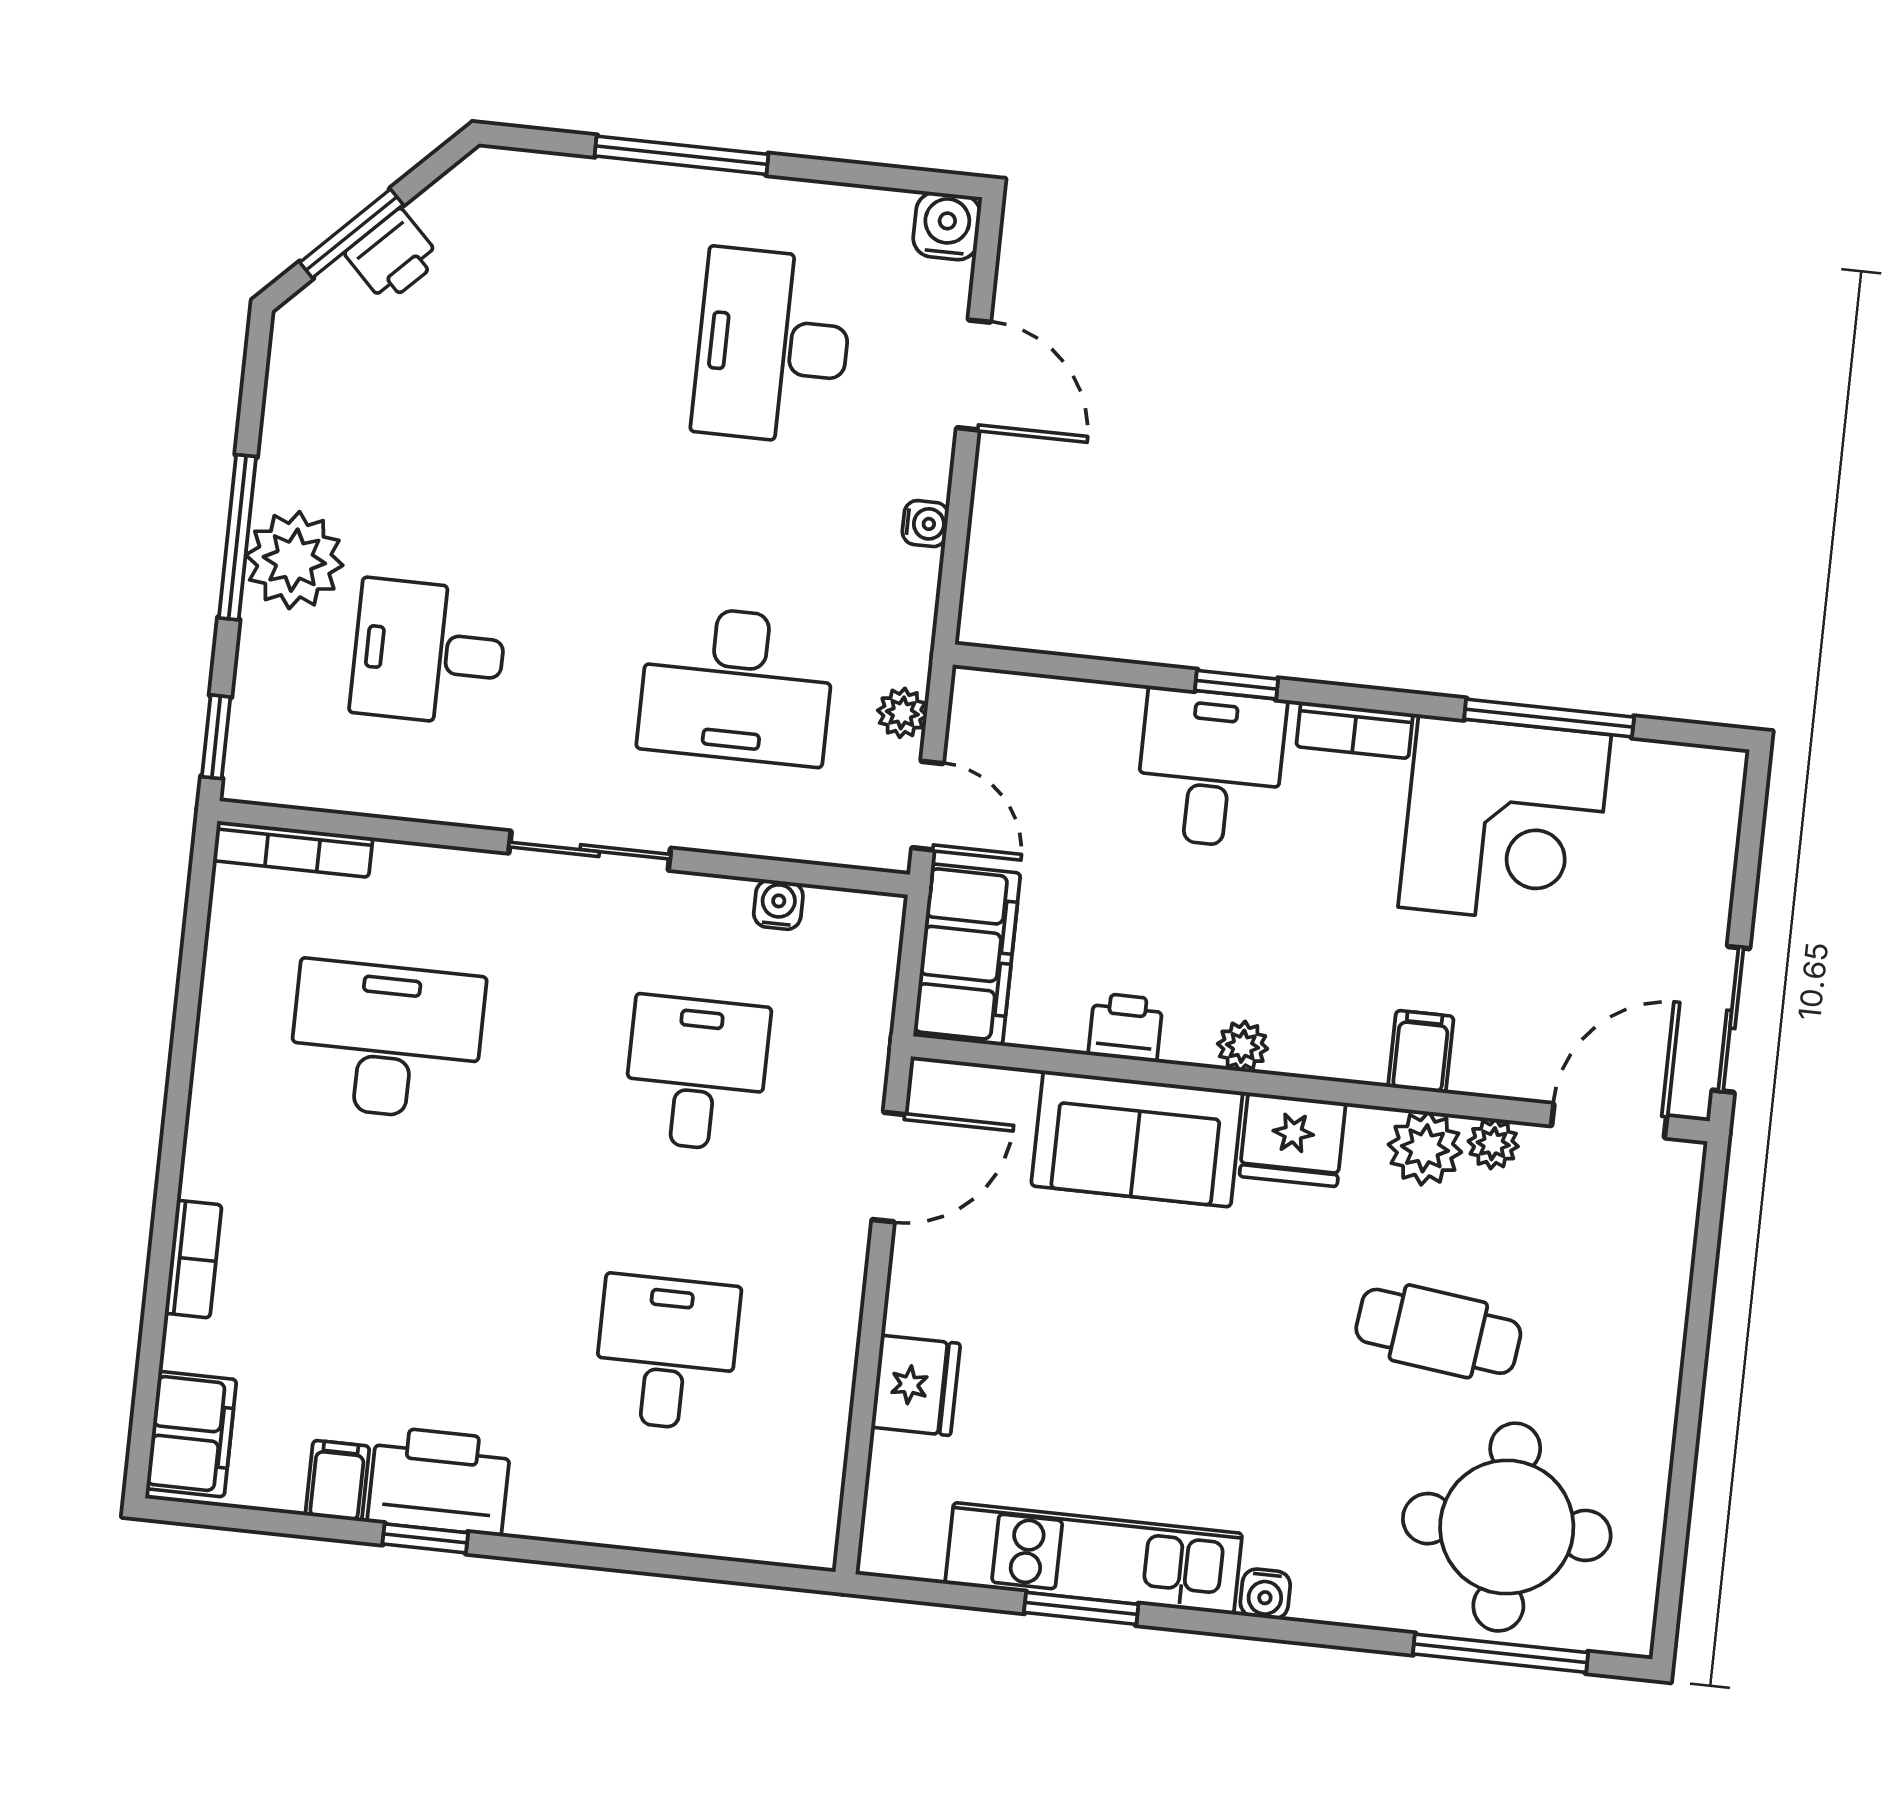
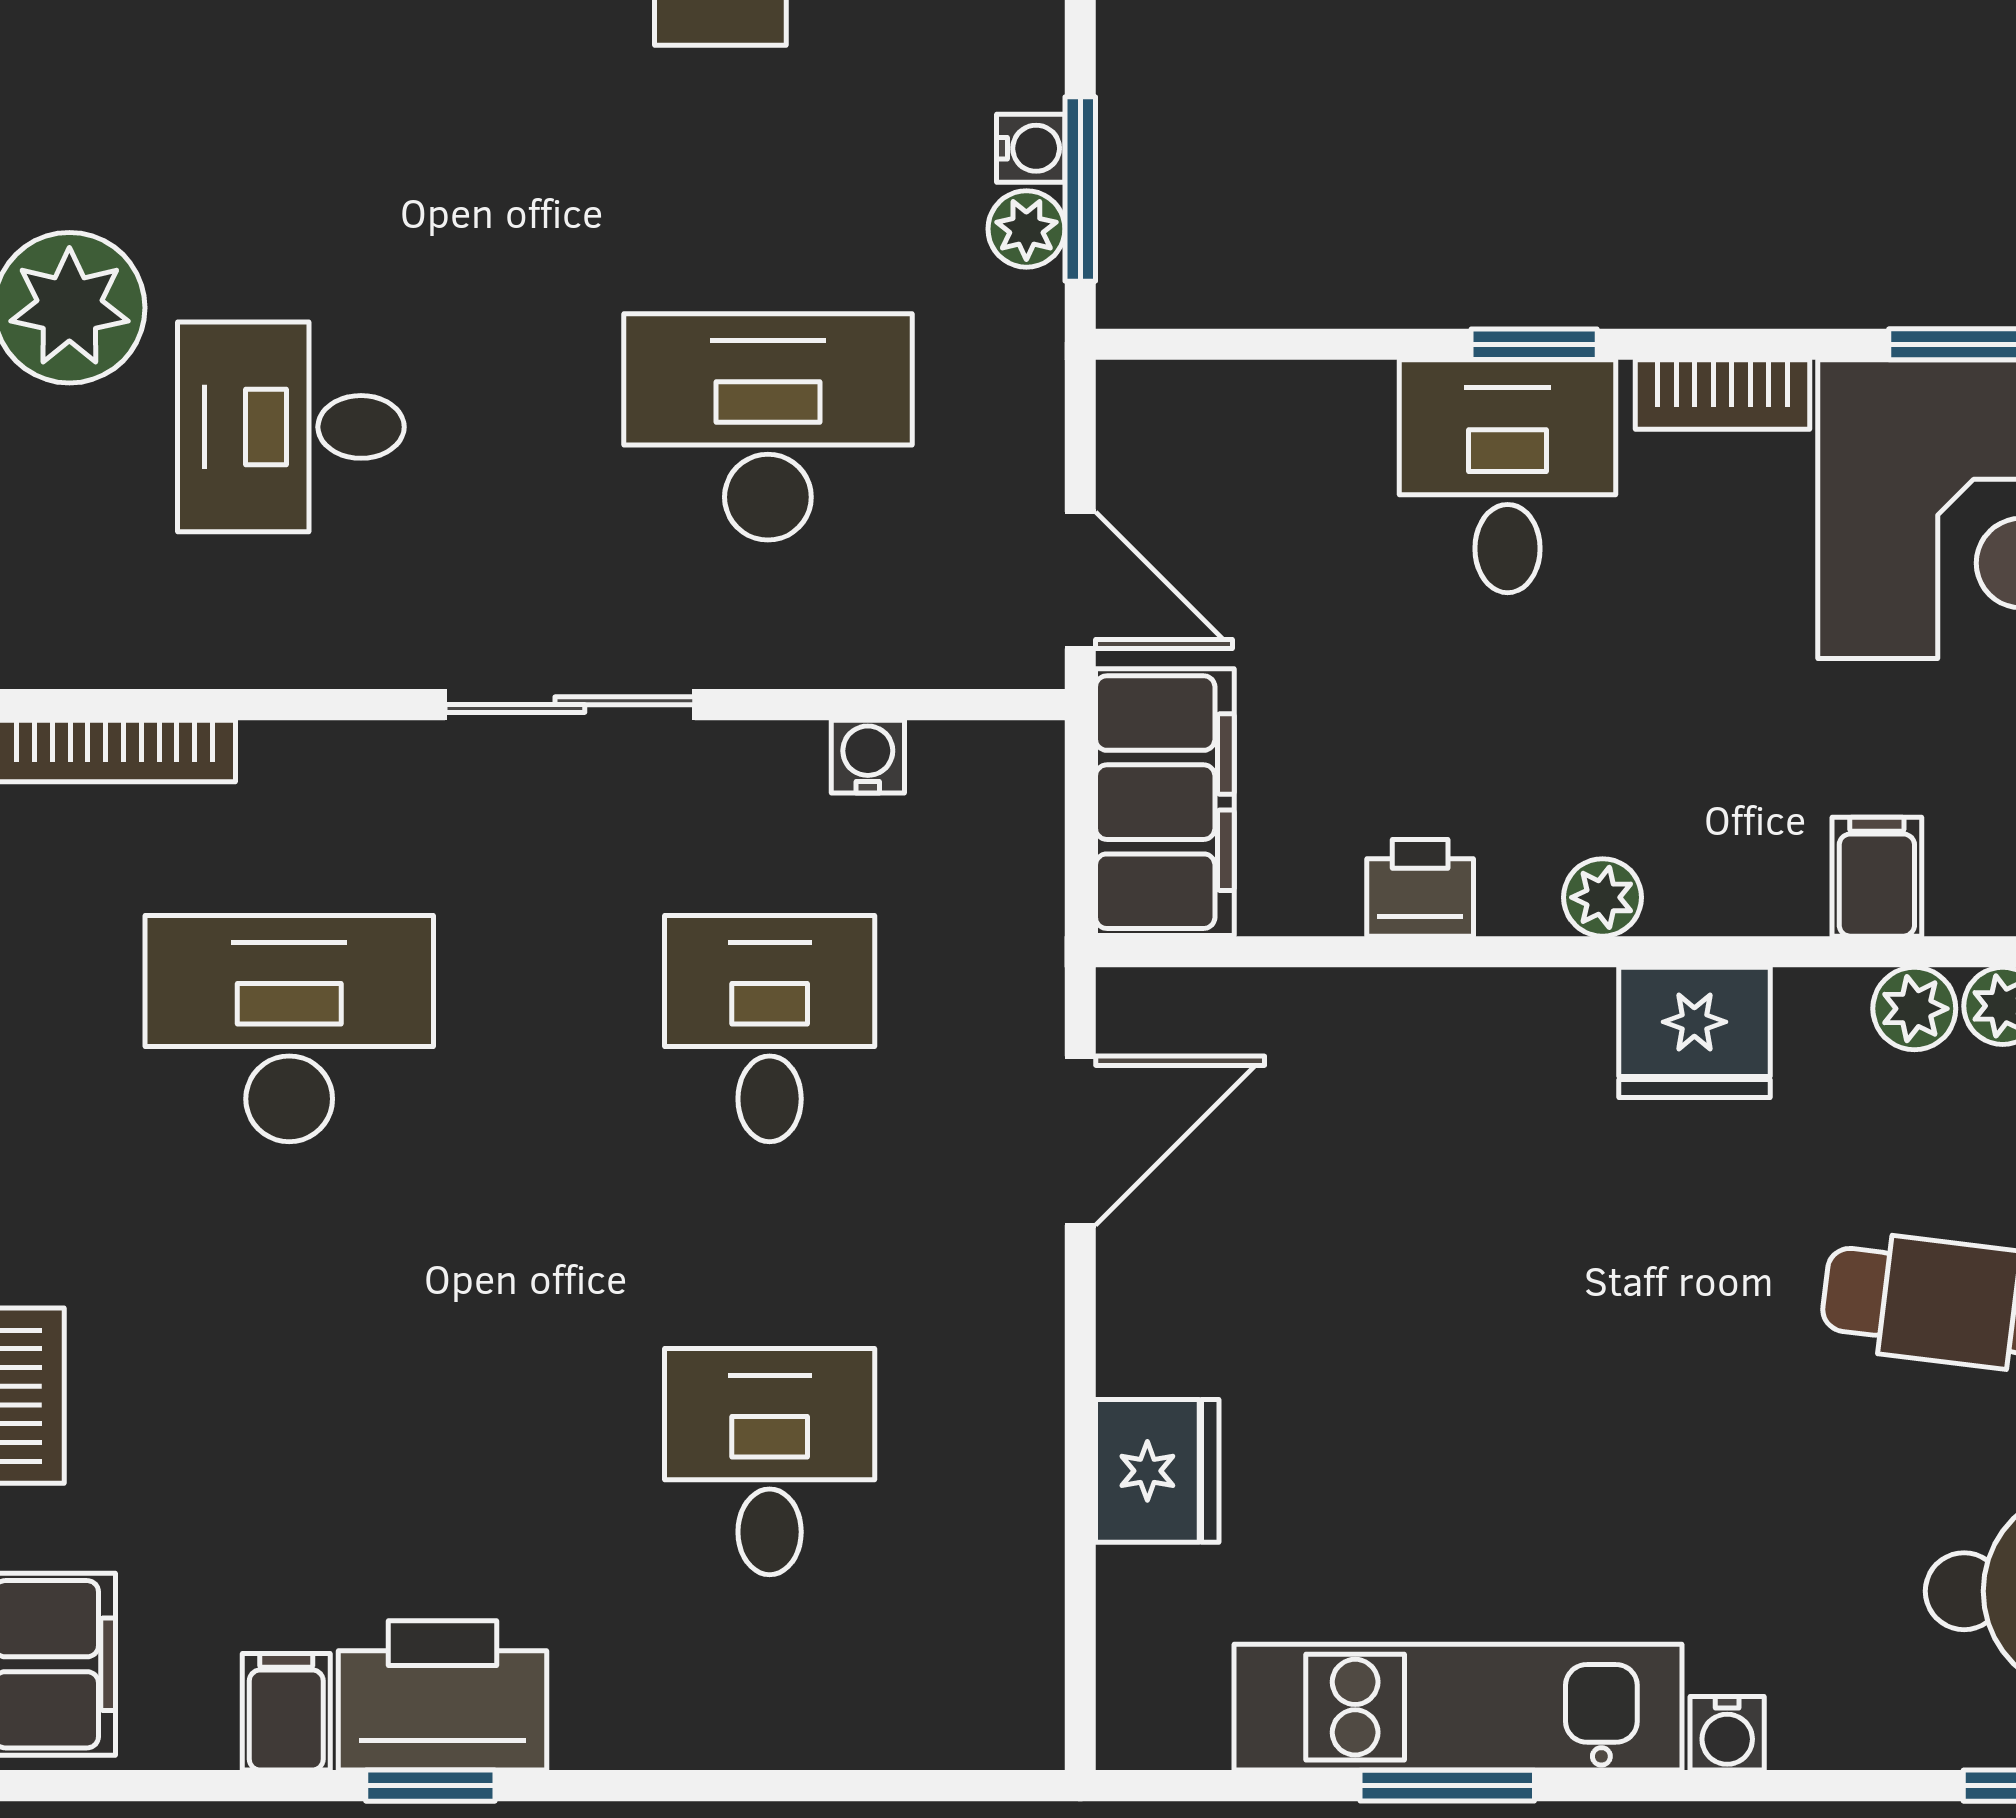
window: (954, 553) -> (1080, 189), added
desk: (737, 685) -> (768, 427), turned 180
plant: (902, 713) -> (1026, 229), moved
sofa: (1137, 1139) -> (1456, 1057), removed
plant: (1425, 1148) -> (1914, 1009), width x0.73, depth x0.73

